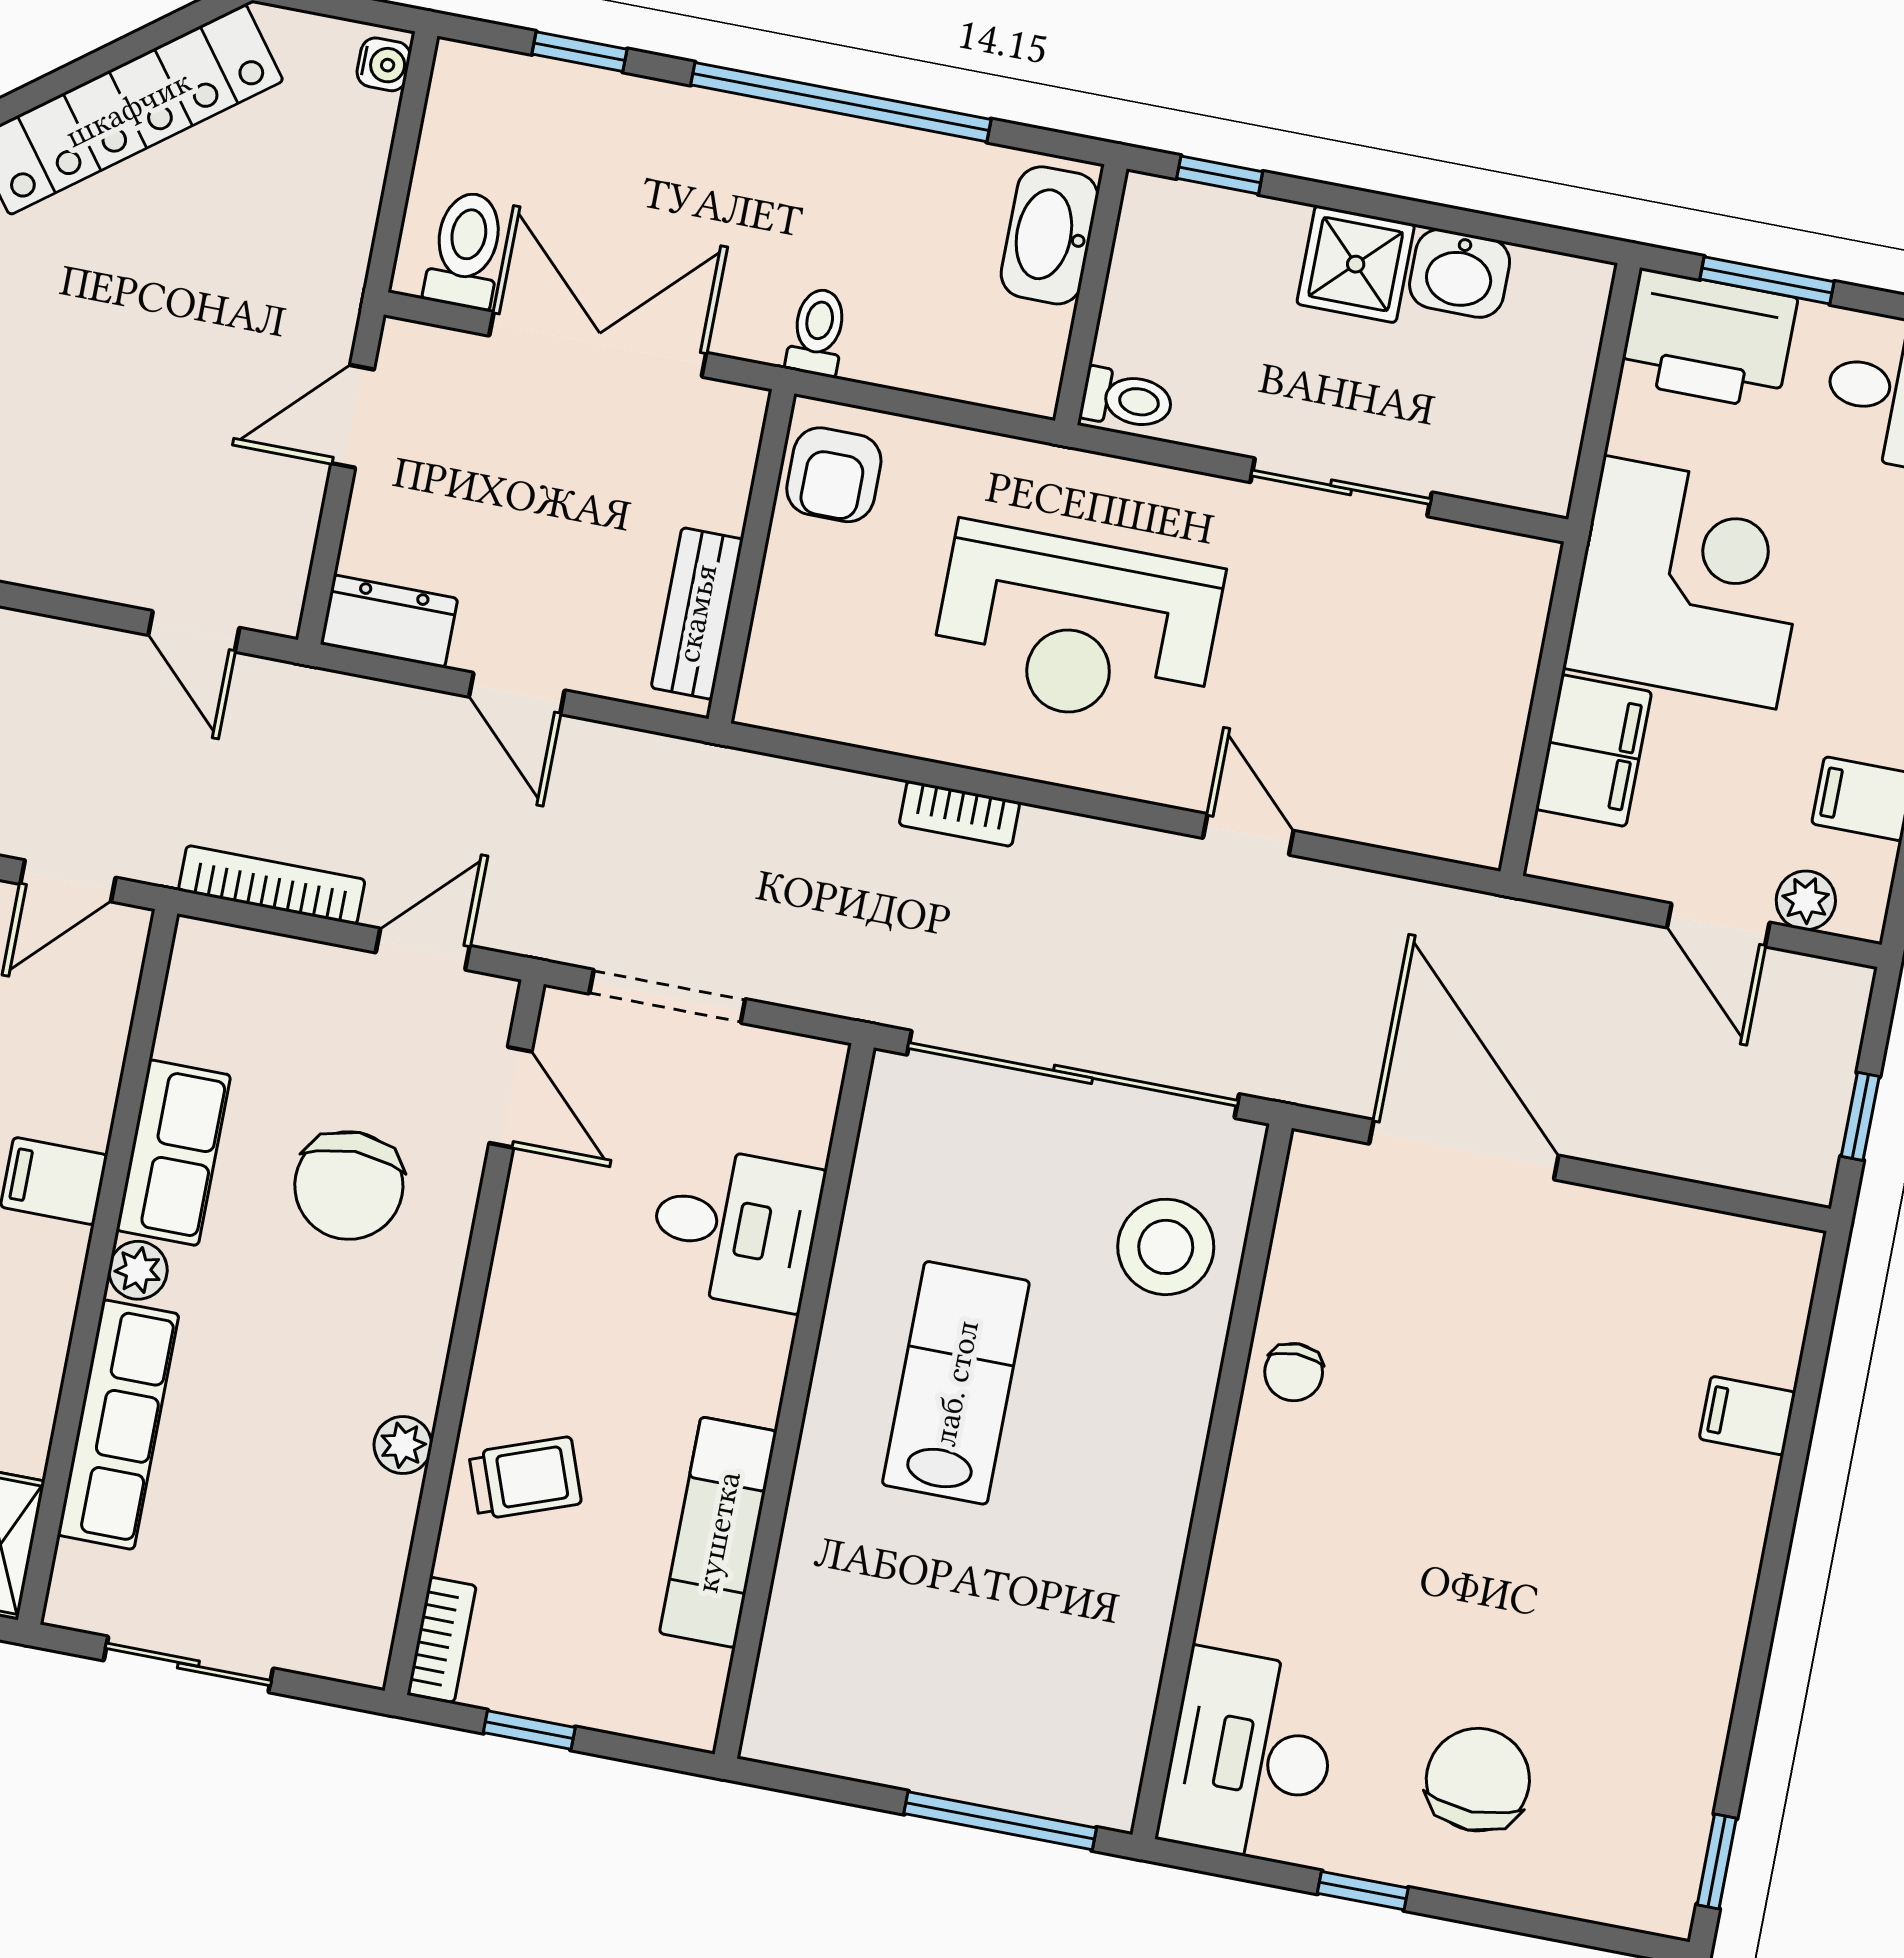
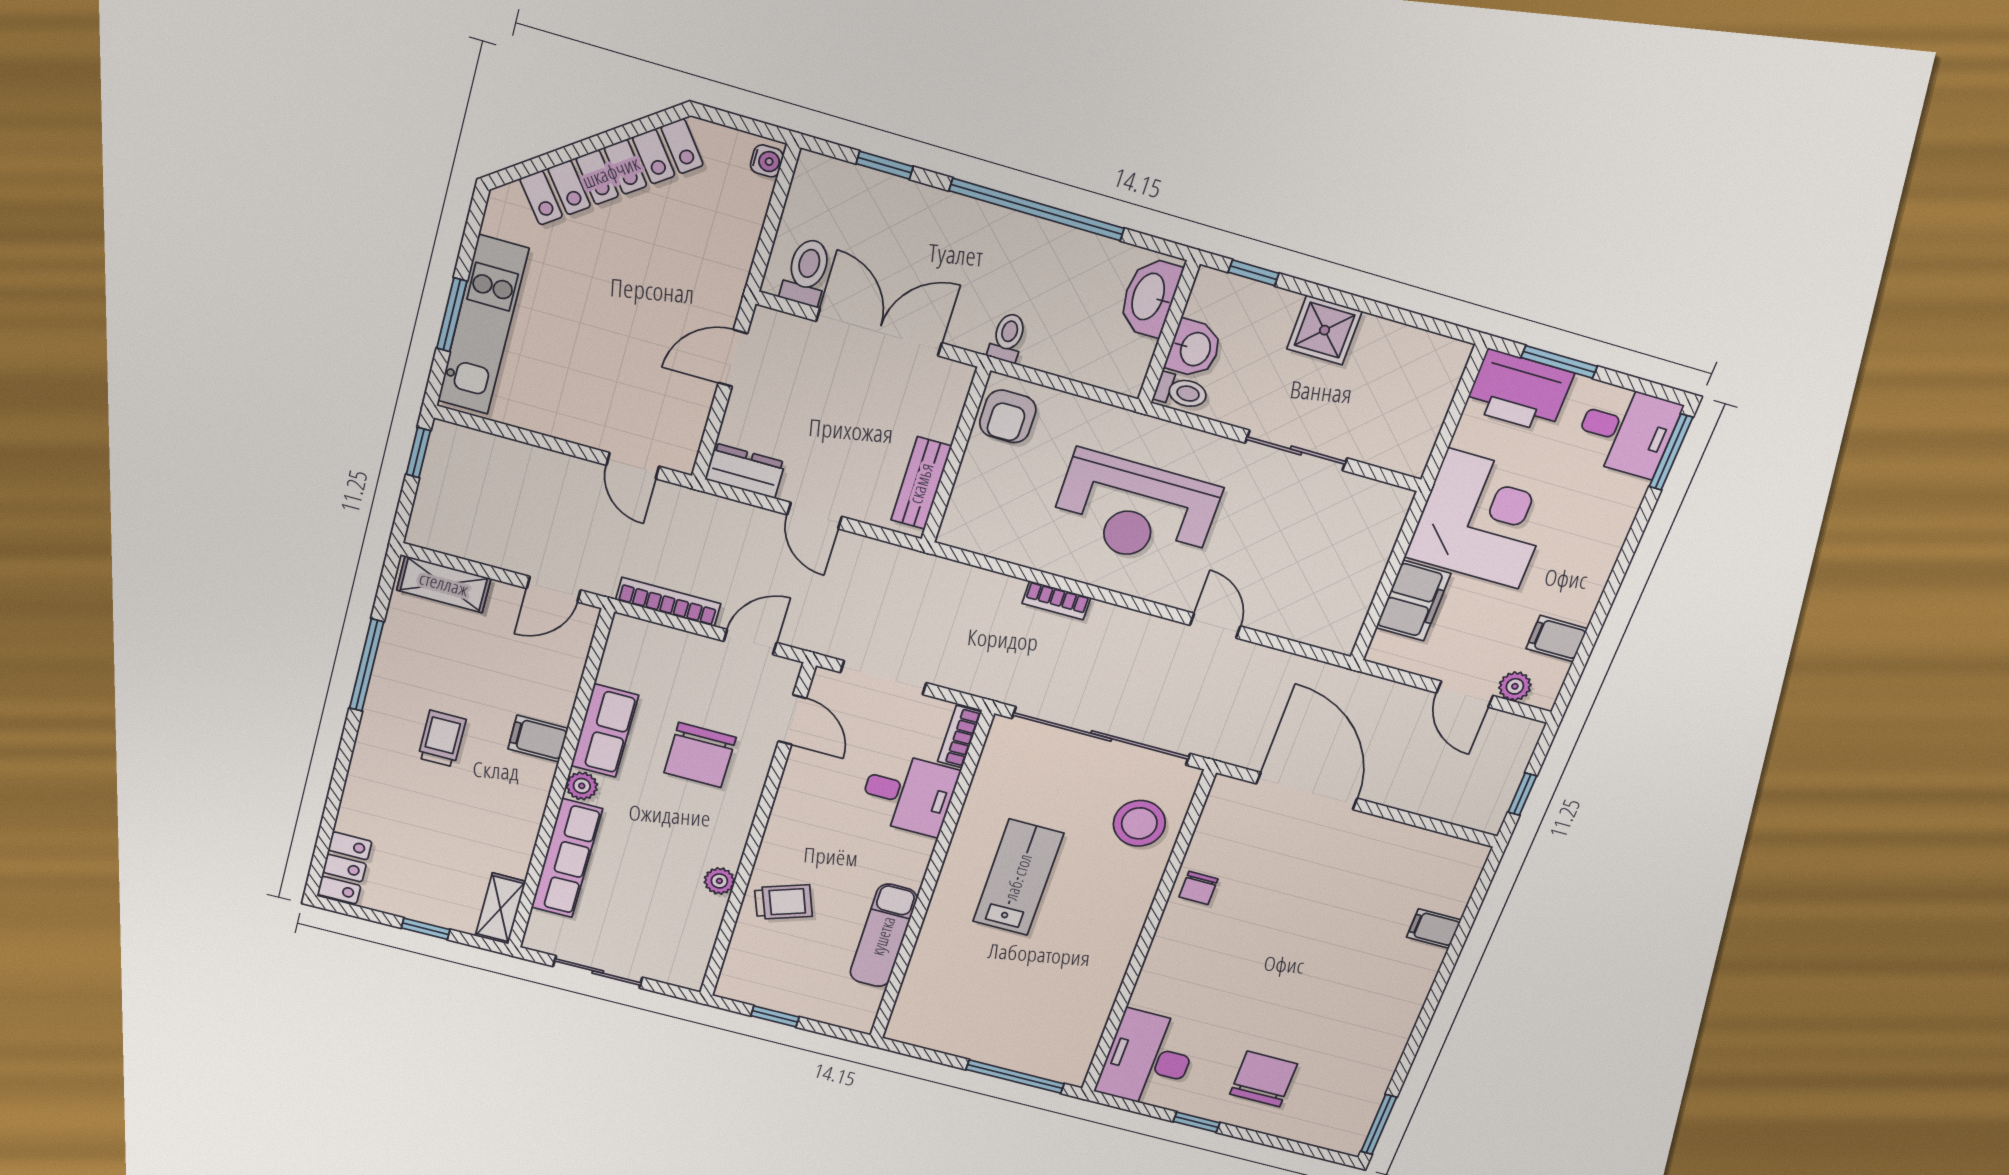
washbasin: (1460, 273) -> (1194, 349), moved, turned -90
bookcase: (442, 1640) -> (959, 737), moved, turned 180
window: (1717, 1862) -> (1379, 1124), width x1.50

